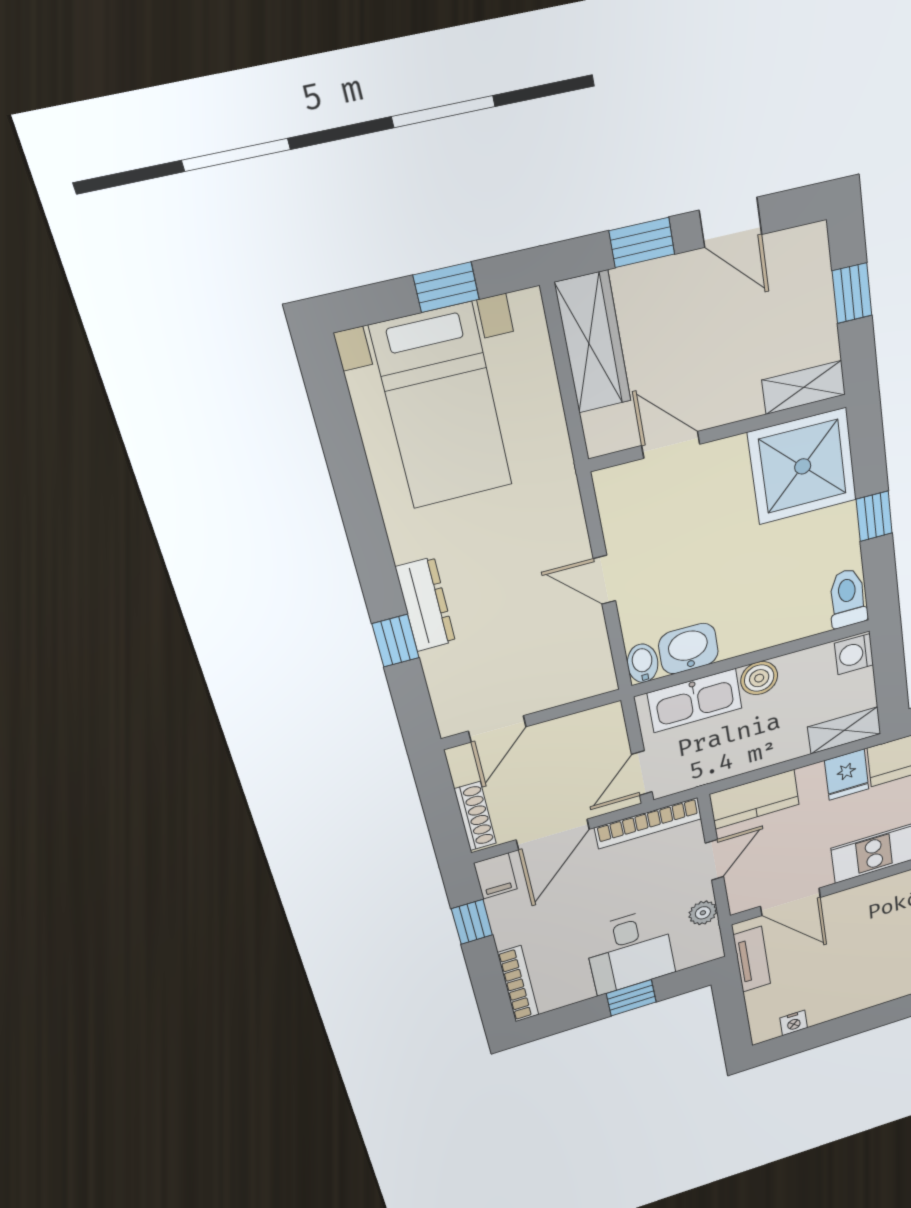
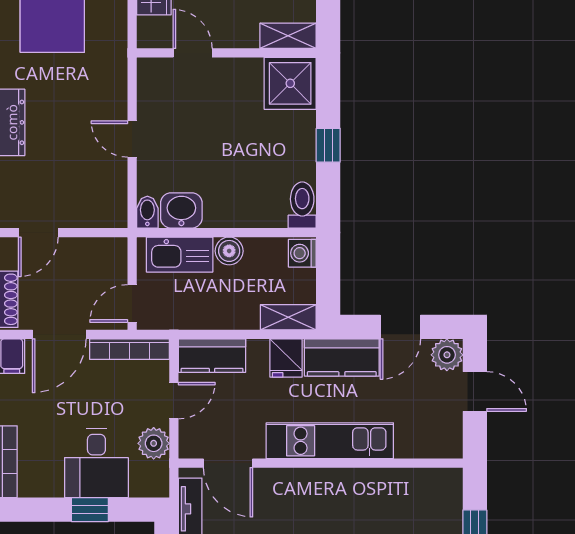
shower: (803, 466) -> (290, 83), width x0.73, depth x0.73
plant: (703, 913) -> (154, 443), width x1.38, depth x1.38

